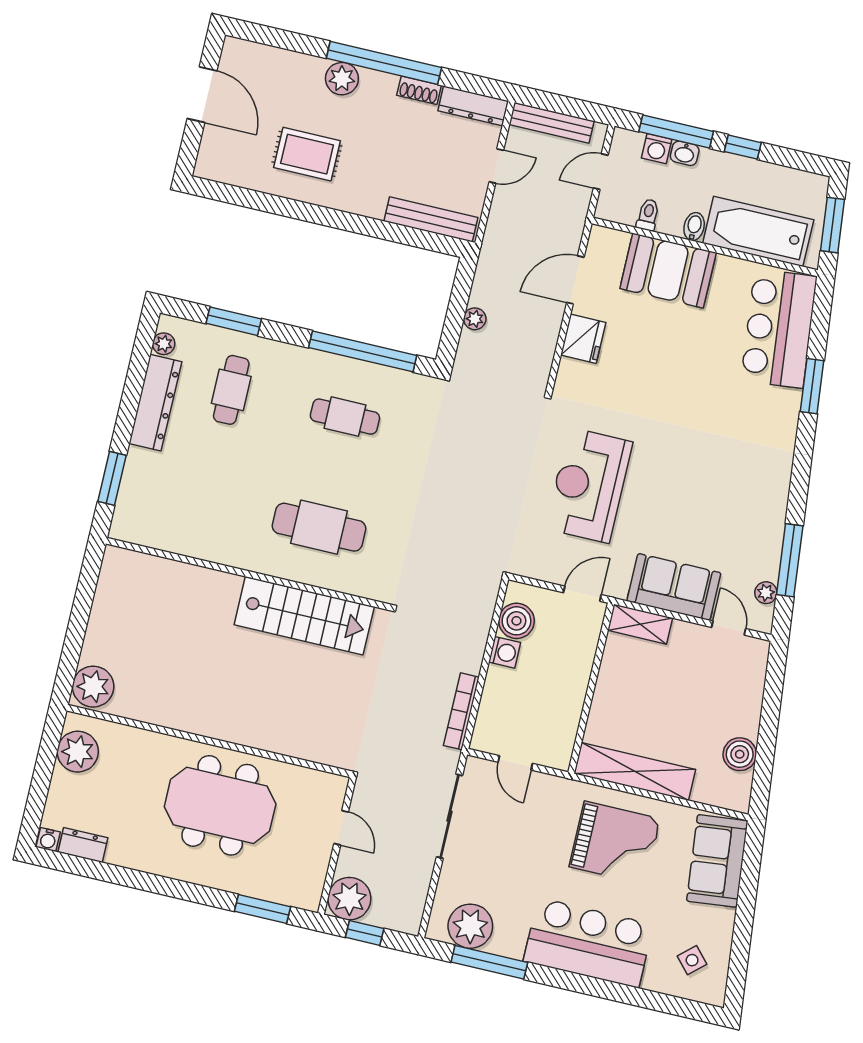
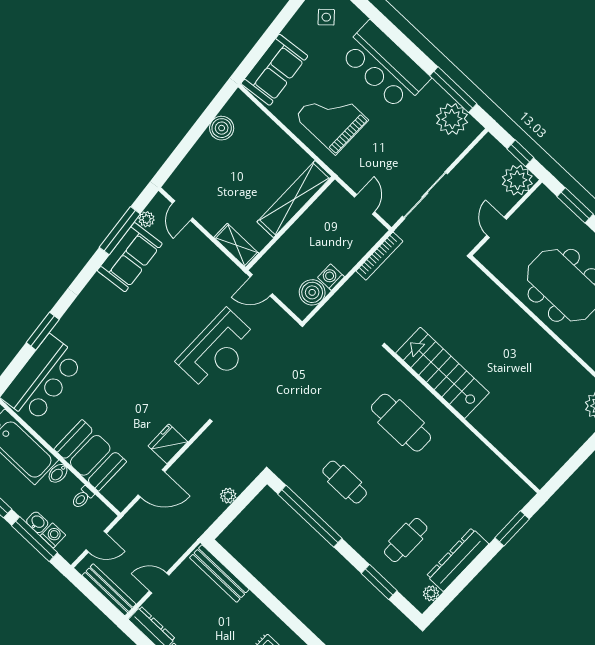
sofa: (674, 587) -> (130, 257), moved, turned -96
shelving: (635, 772) -> (294, 199), moved, turned 90

